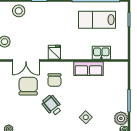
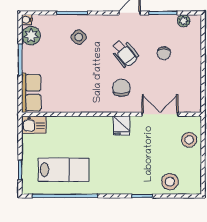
kitchen sink: (101, 53) -> (34, 125), moved
row of seats: (89, 69) -> (31, 93), moved, turned 90
chair: (28, 86) -> (164, 53), moved, width x0.54, depth x0.54

